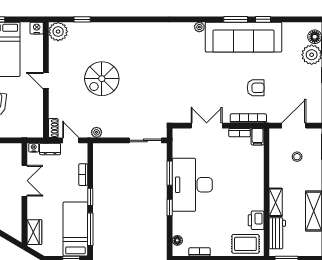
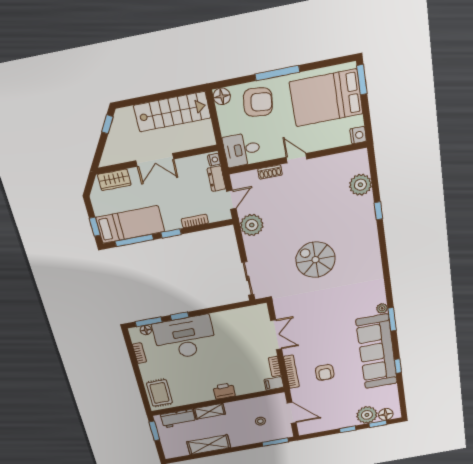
window: (82, 19) -> (378, 211), moved
window: (236, 19) -> (392, 319), moved
plant: (58, 32) -> (360, 185), moved
spiral stairs: (102, 79) -> (315, 260), moved
door: (46, 81) -> (296, 158), hinge flipped
desk: (30, 123) -> (242, 150), added
shoe rack: (53, 128) -> (270, 172), moved
plant: (97, 132) -> (252, 225), width x1.87, depth x1.87
window: (170, 173) -> (149, 322), moved
double door: (24, 181) -> (155, 160), moved
desk: (192, 185) -> (185, 338), moved
printer: (256, 220) -> (224, 391), moved

